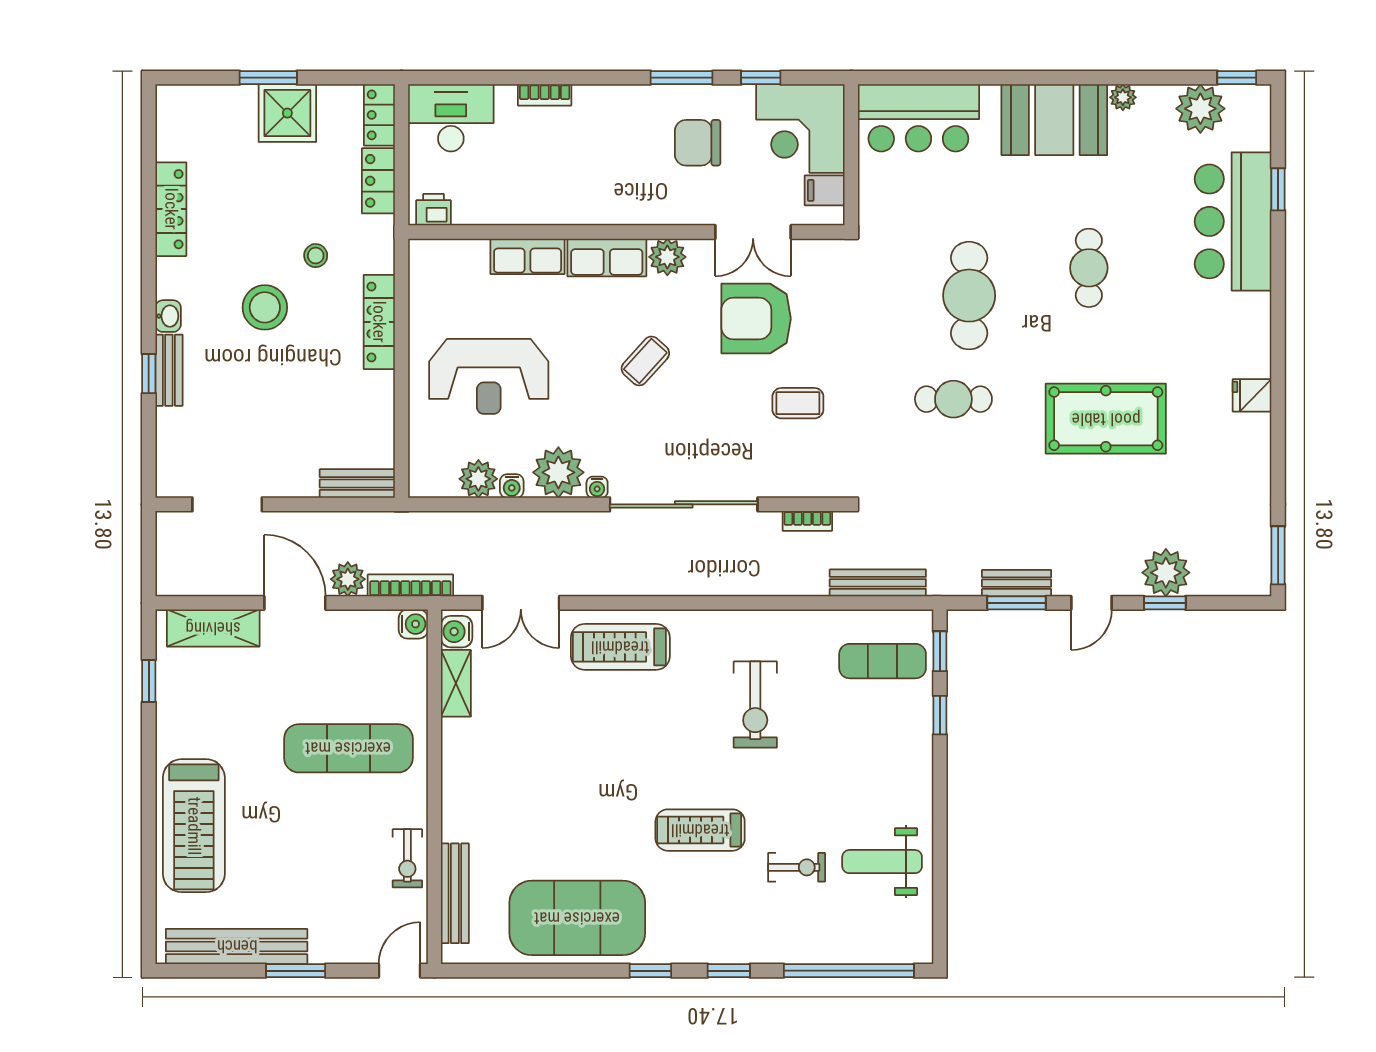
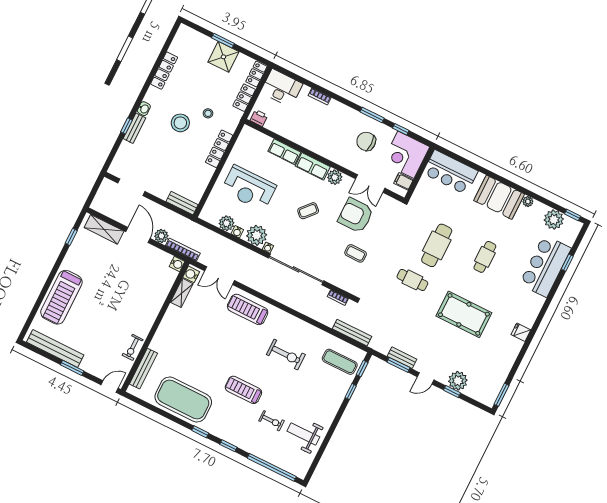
exercise bike: (755, 705) -> (286, 355), turned -90
exercise mat: (348, 748) -> (131, 297), removed

